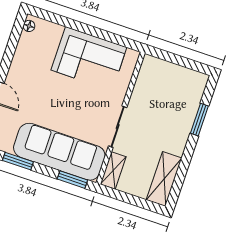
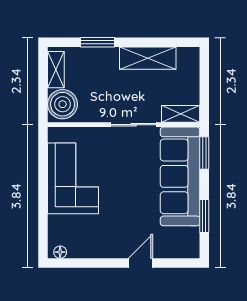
boiler: (156, 71) -> (63, 104), added
shelving: (188, 76) -> (56, 70), added
shelving: (164, 179) -> (148, 58), moved

